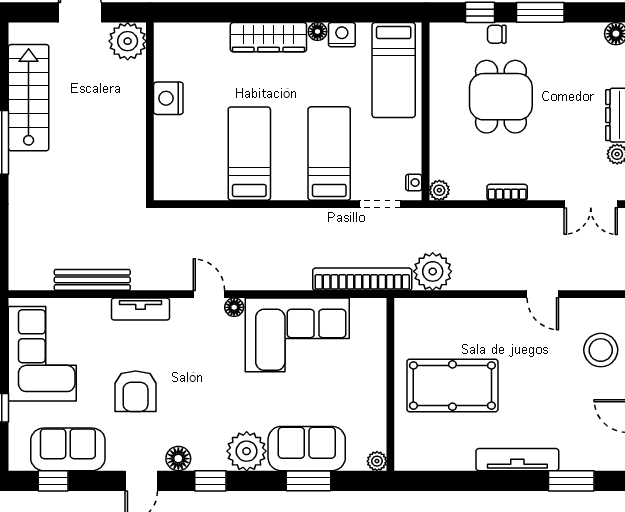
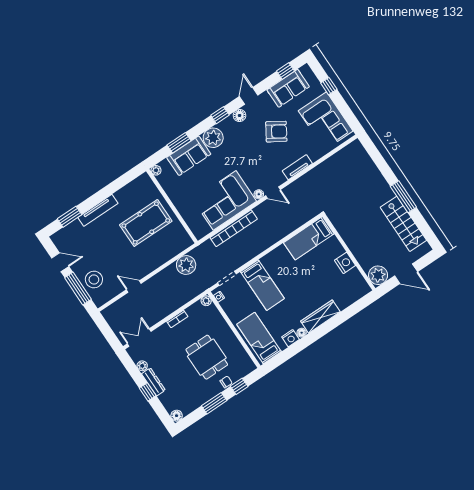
bed: (249, 154) -> (309, 238), moved, turned 90
bookcase: (362, 279) -> (234, 228), moved
bench: (92, 280) -> (326, 166), removed
armchair: (136, 391) -> (276, 132), turned 122

